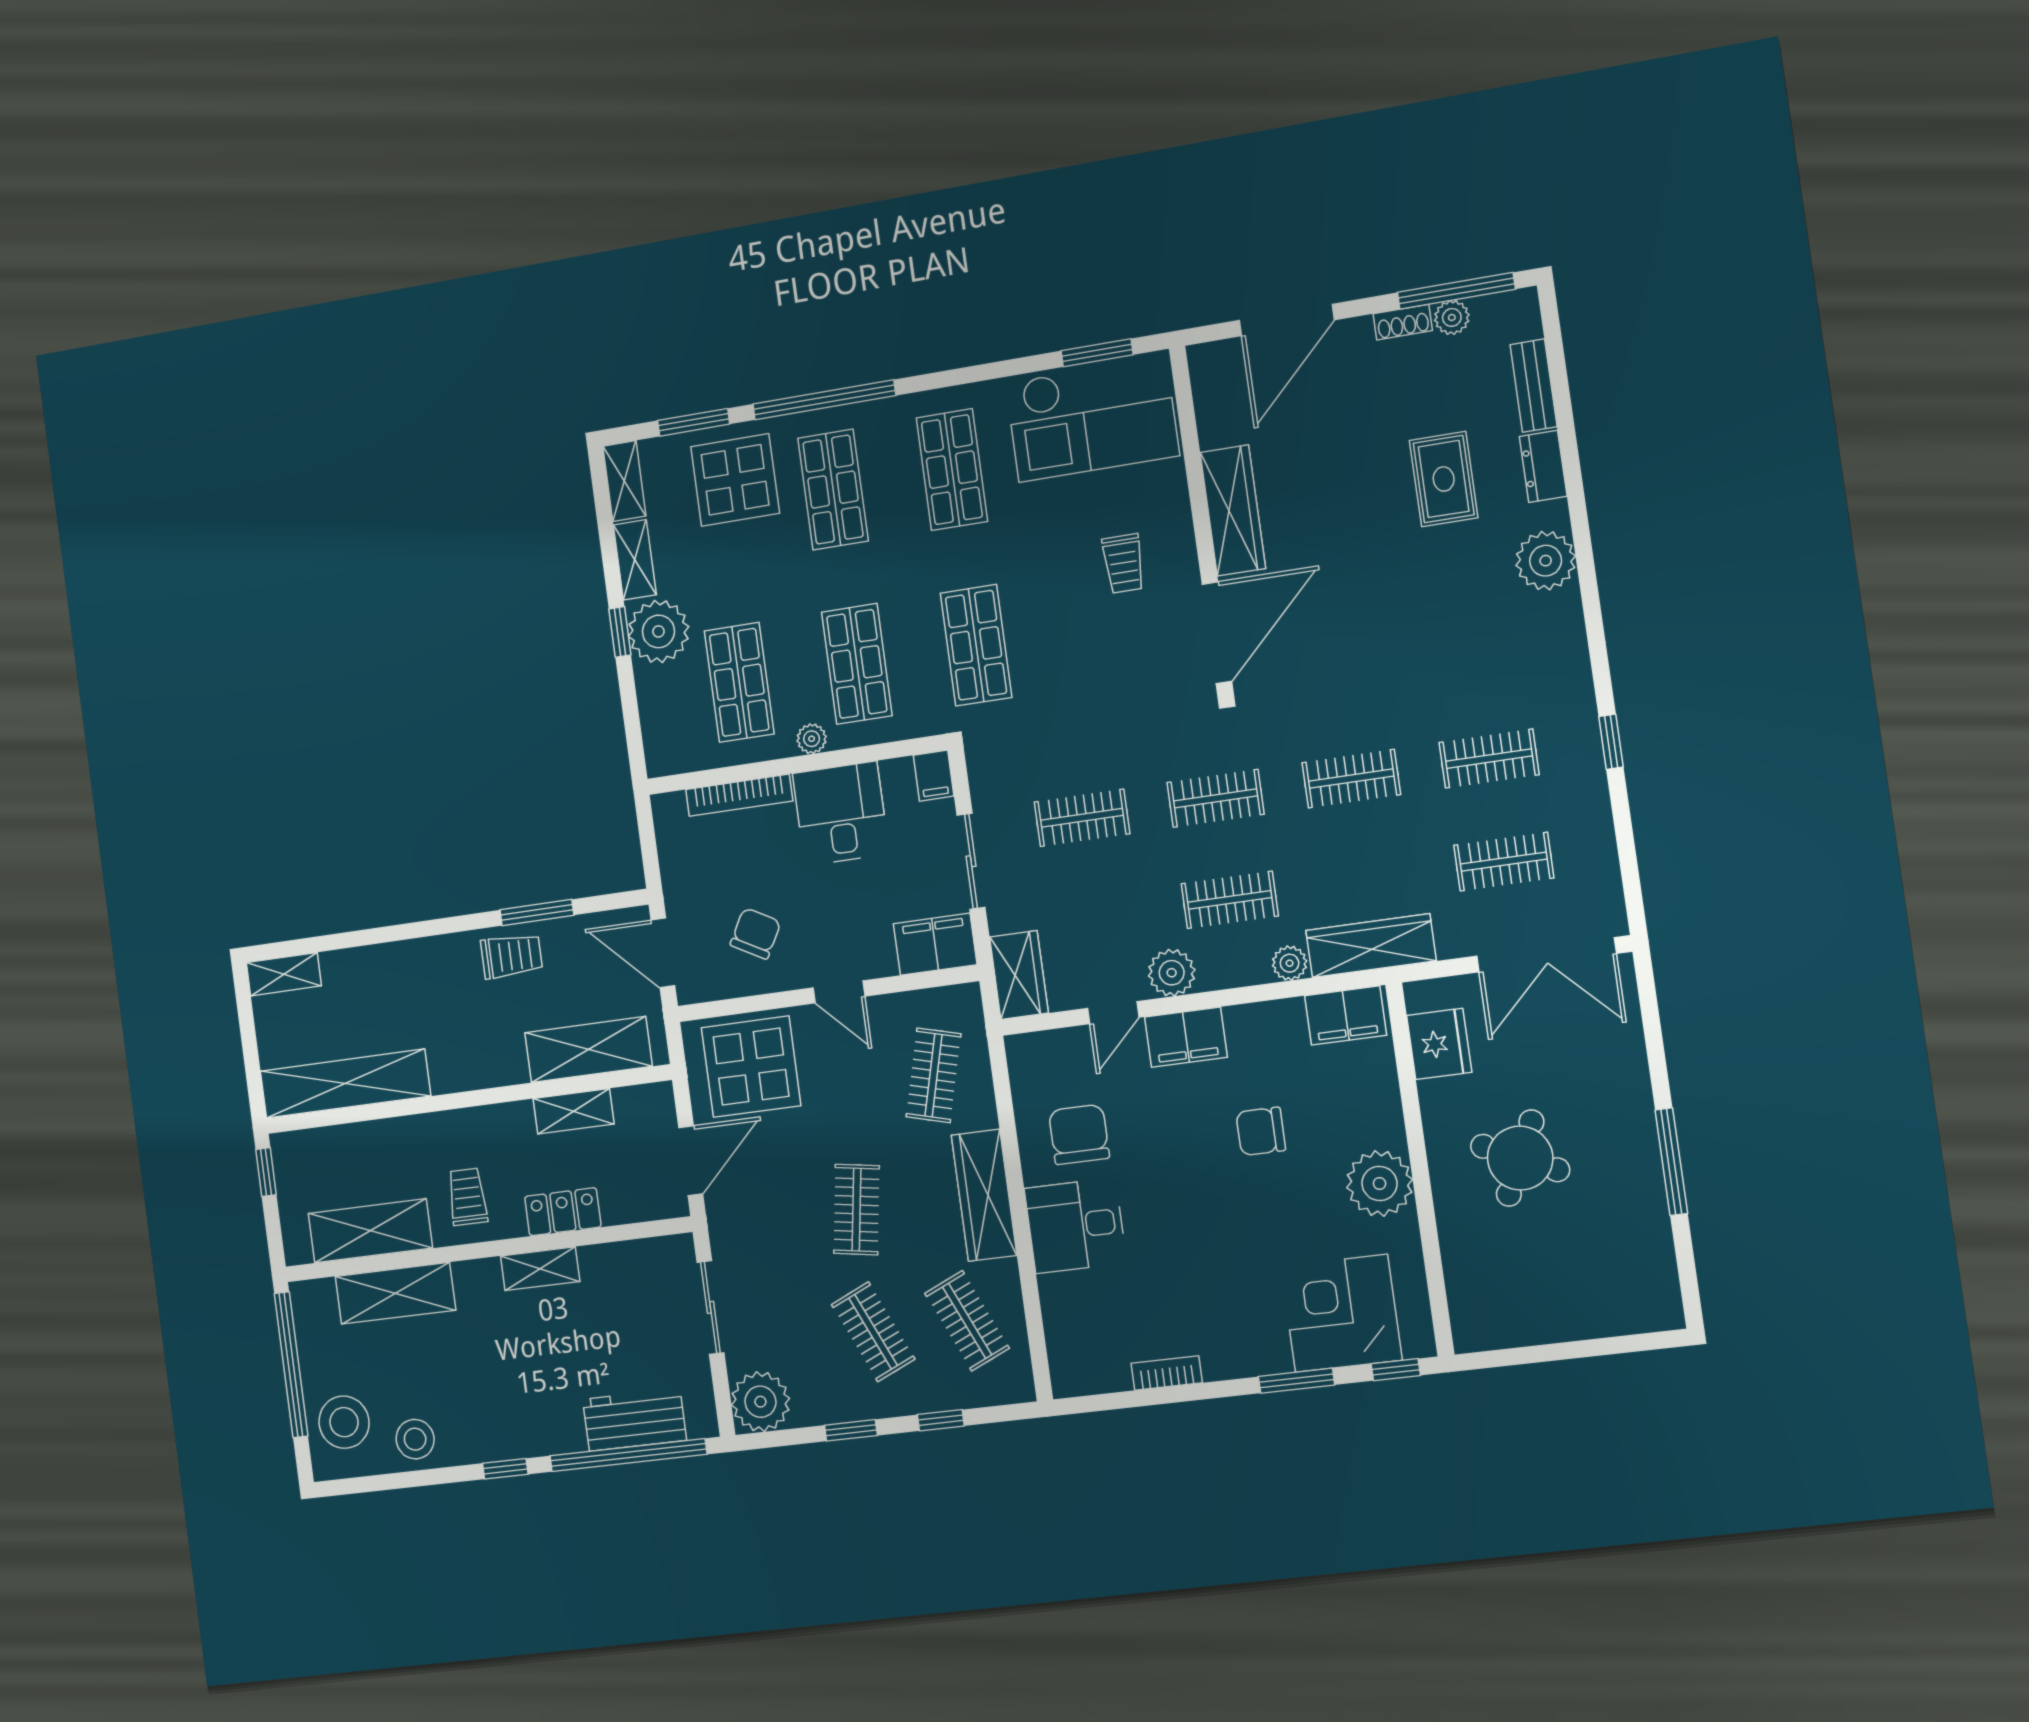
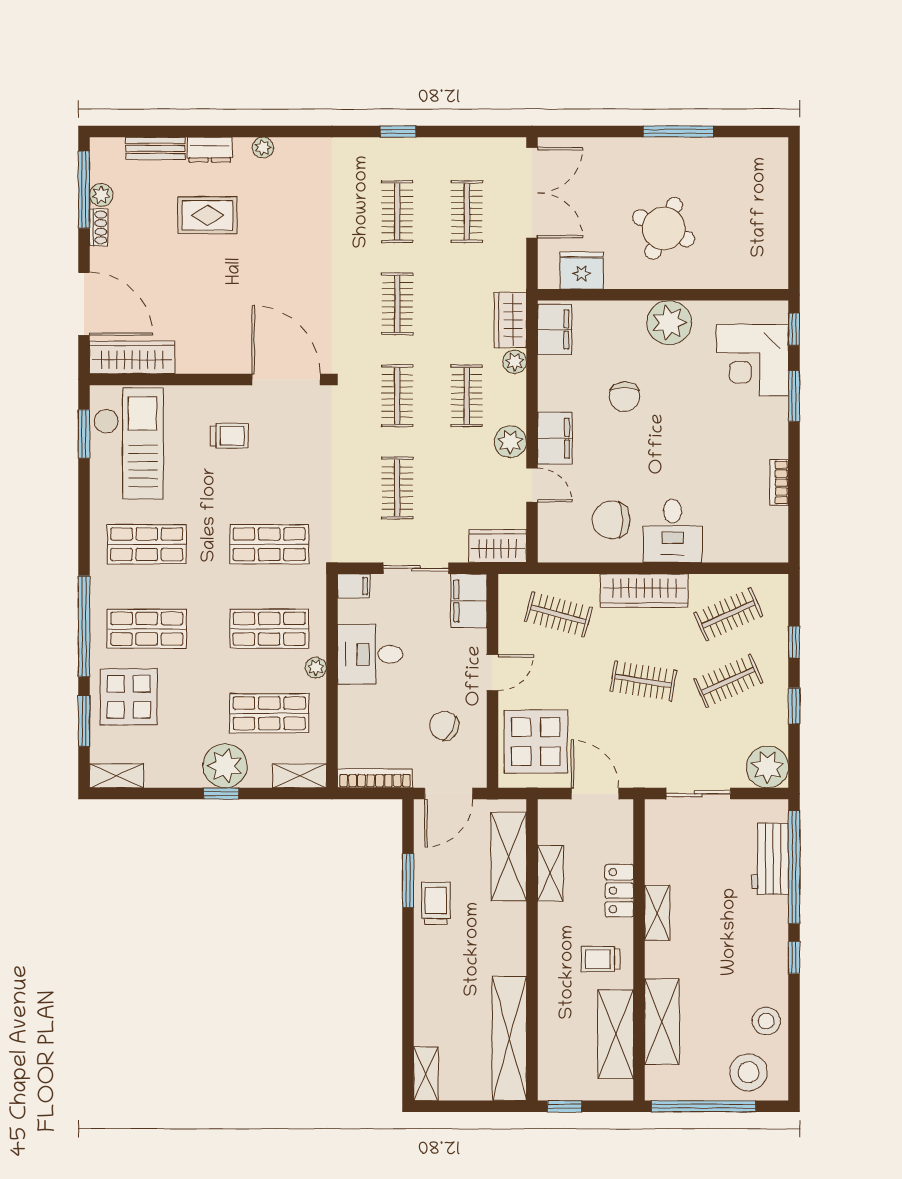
wardrobe: (1233, 510) -> (132, 357), moved
shelving: (635, 560) -> (300, 776), moved
plant: (1546, 561) -> (263, 148), width x0.53, depth x0.53
bookcase: (739, 795) -> (375, 778), moved, turned -90
wardrobe: (1371, 946) -> (510, 320), width x0.67

